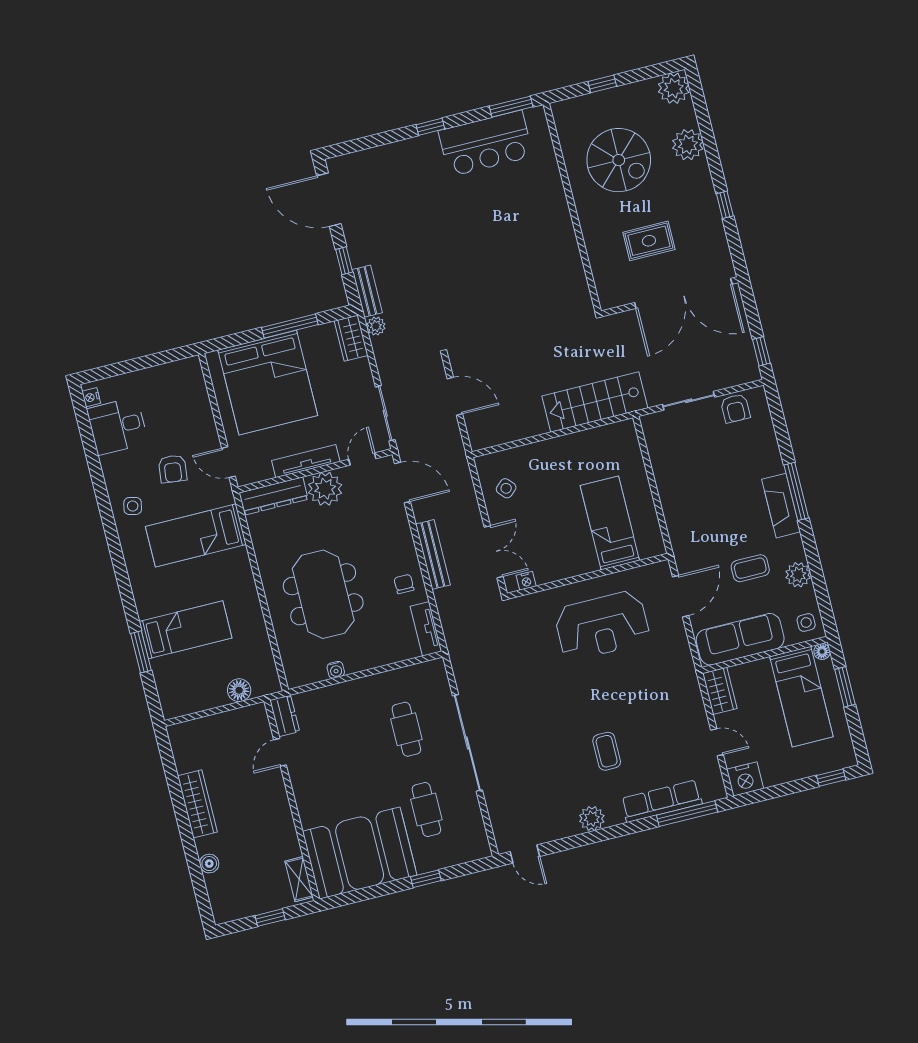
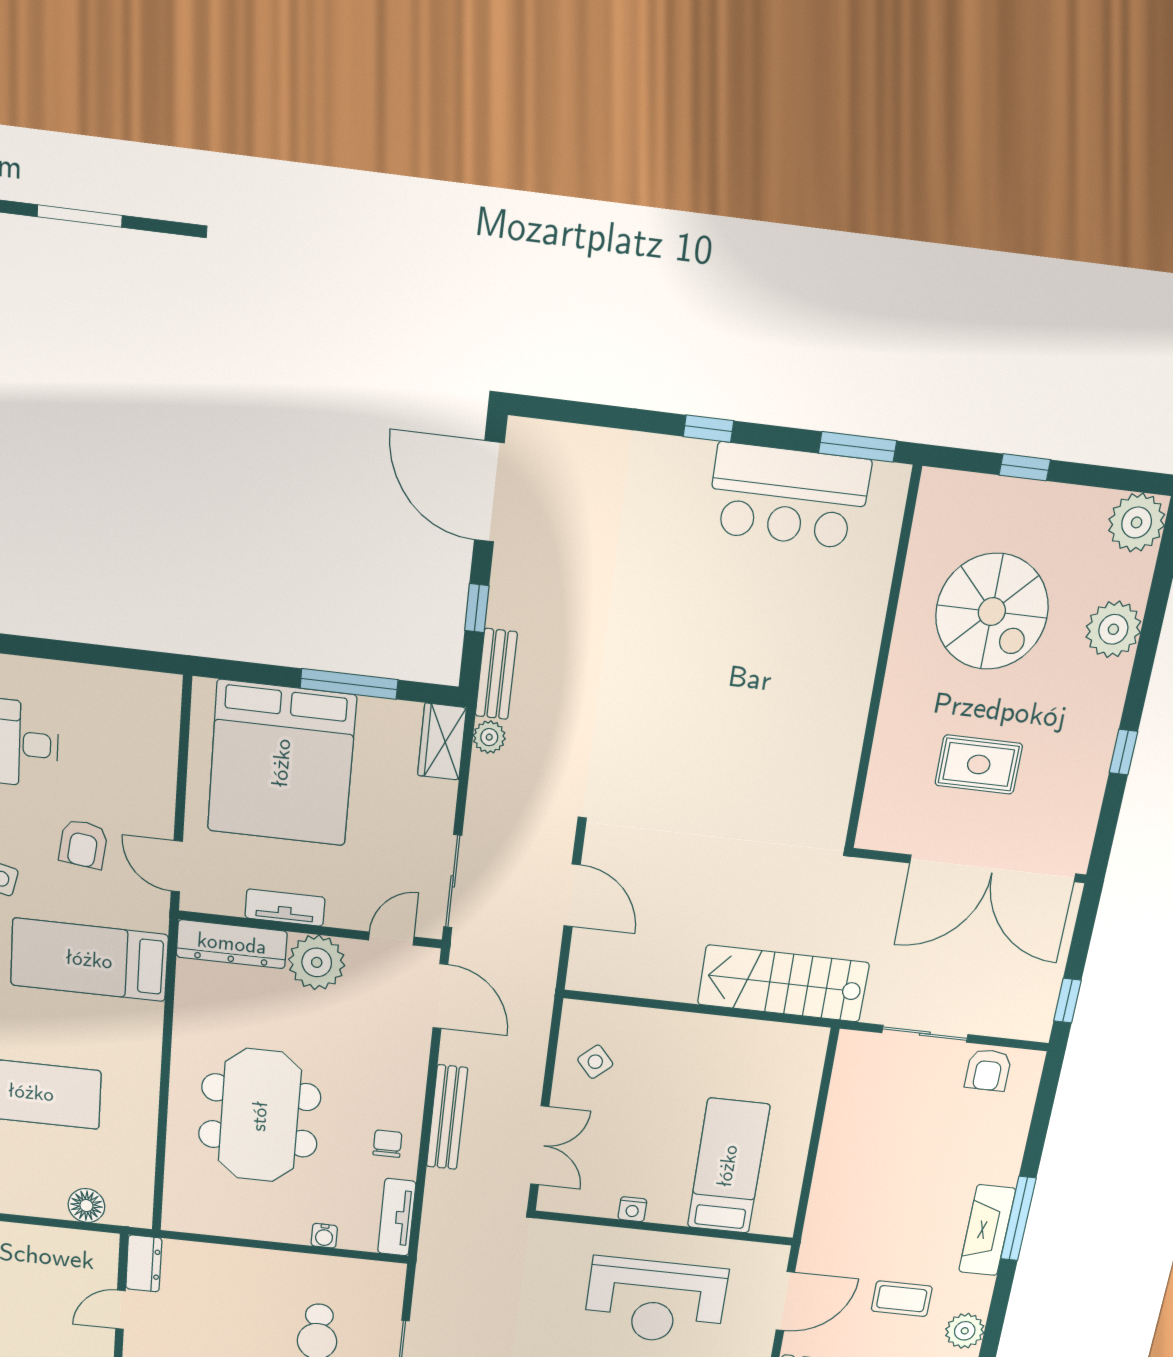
tv unit: (306, 461) -> (285, 908), width x0.71
nightstand: (526, 581) -> (632, 1209), moved
water cooler: (336, 670) -> (324, 1236), moved

